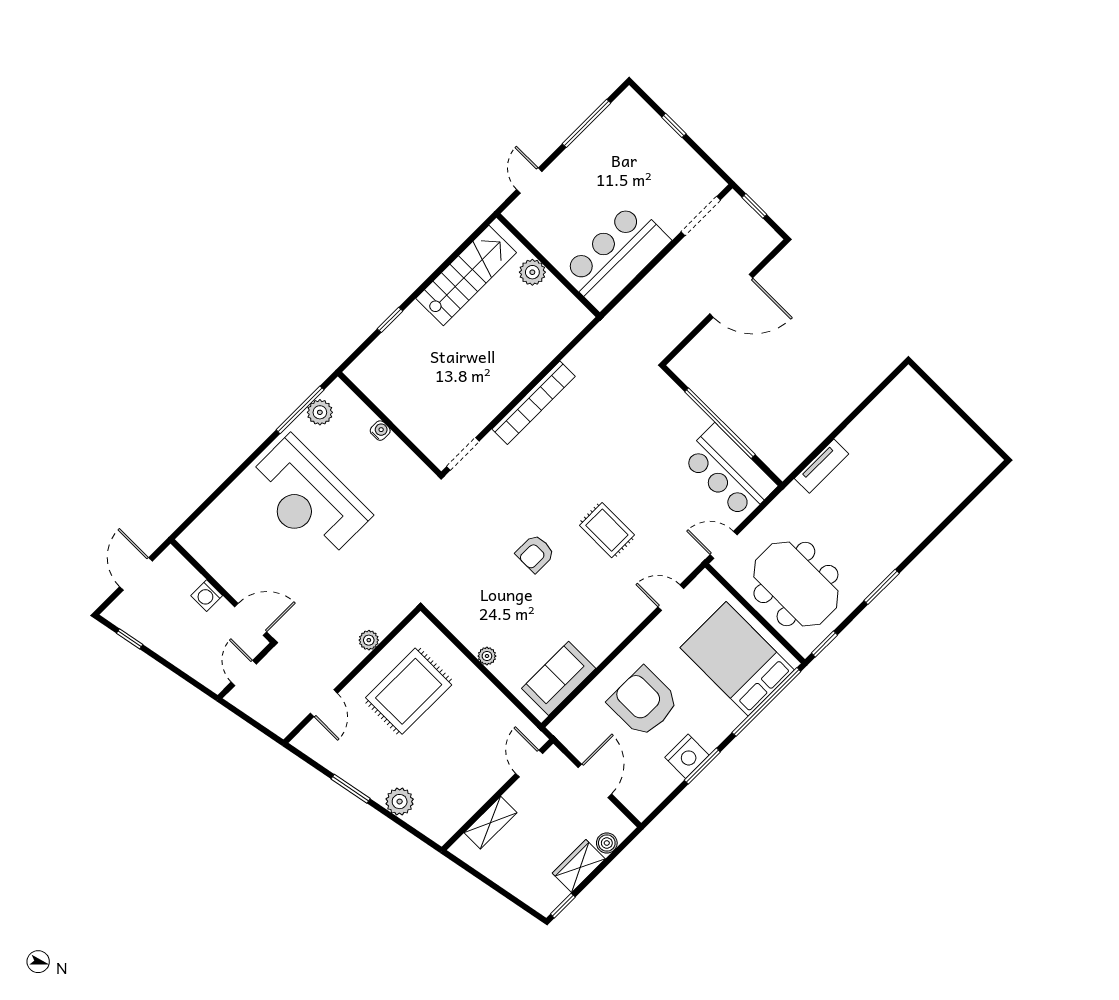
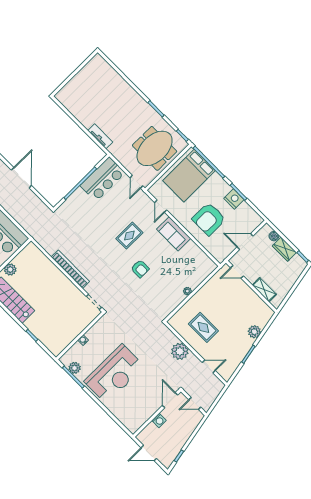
plant: (369, 640) -> (180, 351), width x1.87, depth x1.87
sofa: (559, 678) -> (174, 234), moved
rug: (409, 691) -> (203, 327), width x0.73, depth x0.70

